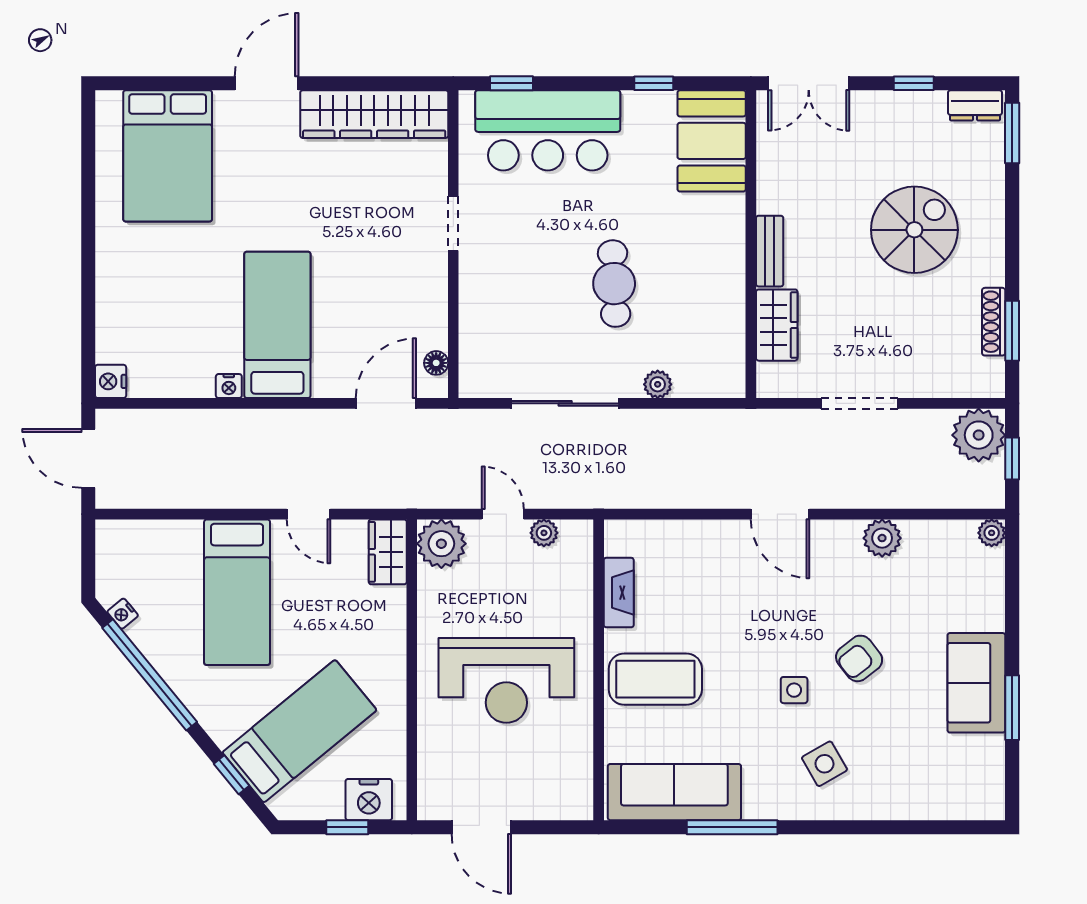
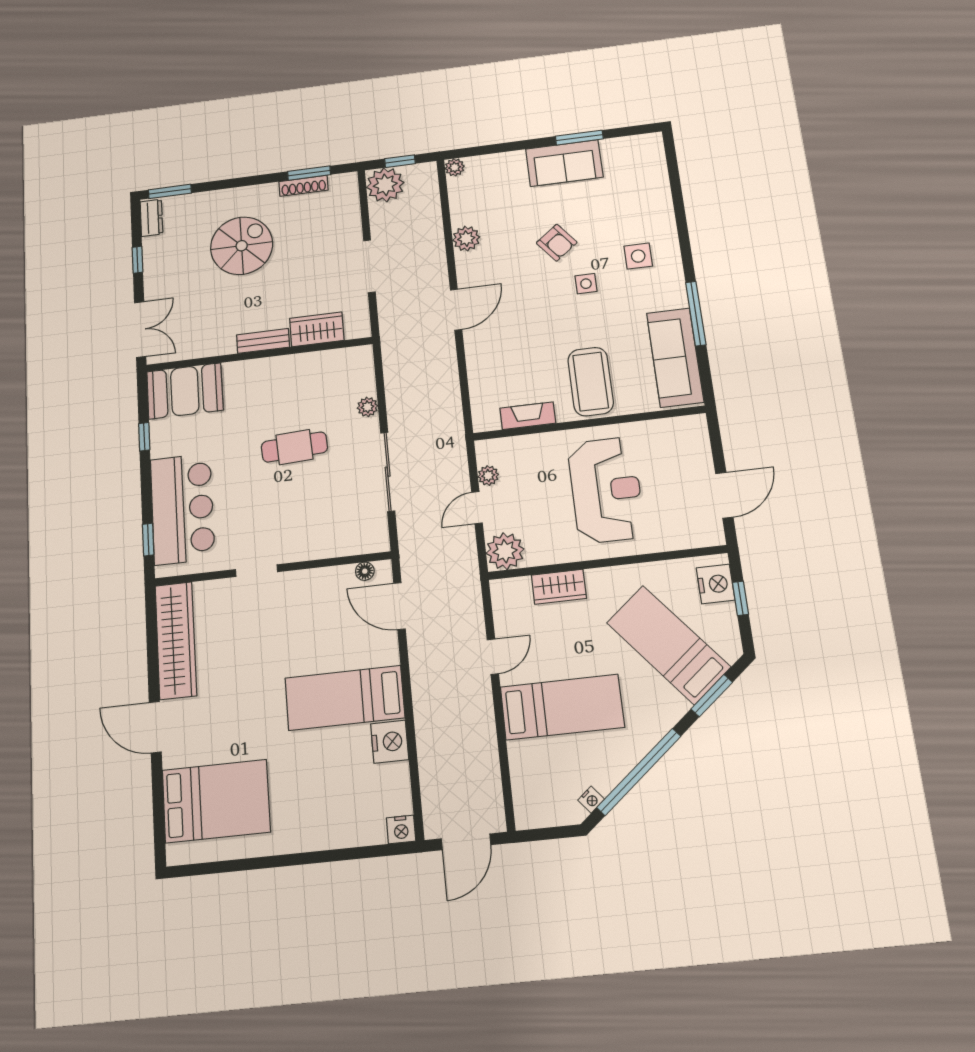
spiral stairs: (914, 230) -> (242, 246), turned 90
nightstand: (229, 386) -> (390, 742), width x1.89, depth x1.79
wardrobe: (388, 552) -> (559, 587), moved
side table: (824, 764) -> (638, 256), turned 30
window: (231, 775) -> (712, 696), width x1.50

